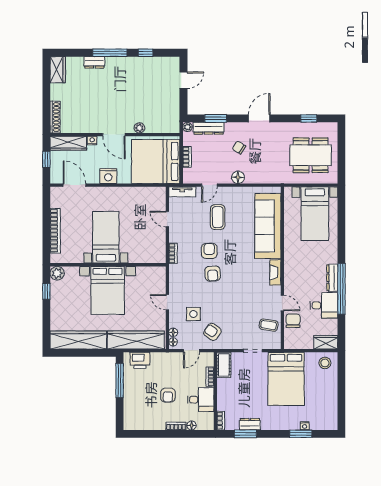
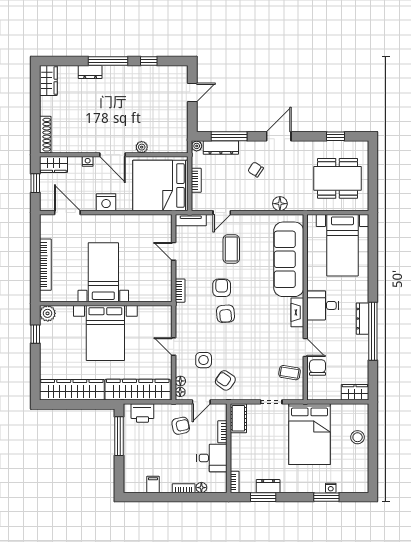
window: (216, 118) -> (229, 136), width x1.44
wardrobe: (68, 143) -> (53, 165), width x0.67
floor lamp: (238, 177) -> (280, 204), moved
desk: (324, 305) -> (323, 305), moved, turned 180
stool: (325, 363) -> (358, 437), moved
armchair: (168, 395) -> (181, 426), moved, turned -102
filing cabinet: (149, 423) -> (153, 484), added

